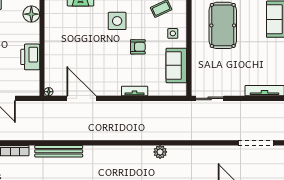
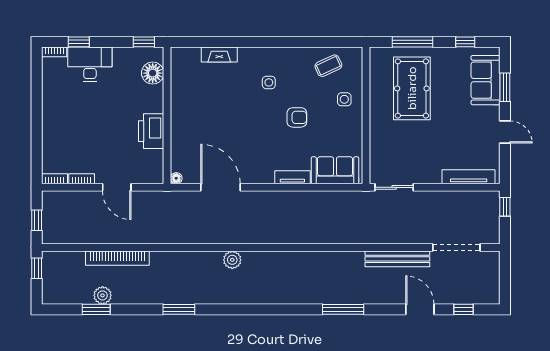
side table: (117, 21) -> (269, 82), width x0.54, depth x0.54
sofa: (176, 65) -> (335, 170), moved, turned 90
bench: (59, 151) -> (397, 259), moved
plant: (160, 152) -> (232, 260), moved

